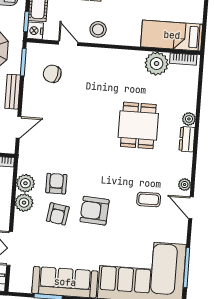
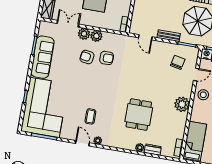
plant: (157, 64) -> (182, 104), moved
dining table: (138, 125) -> (139, 115), turned 90
dresser: (187, 139) -> (153, 150), moved
plant: (25, 183) -> (84, 34), moved
door: (191, 208) -> (82, 143), hinge flipped
armchair: (95, 211) -> (87, 81), removed

